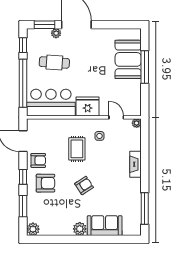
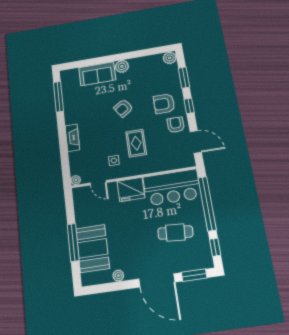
plant: (56, 33) -> (118, 276), moved
armchair: (38, 160) -> (176, 125), turned 90

